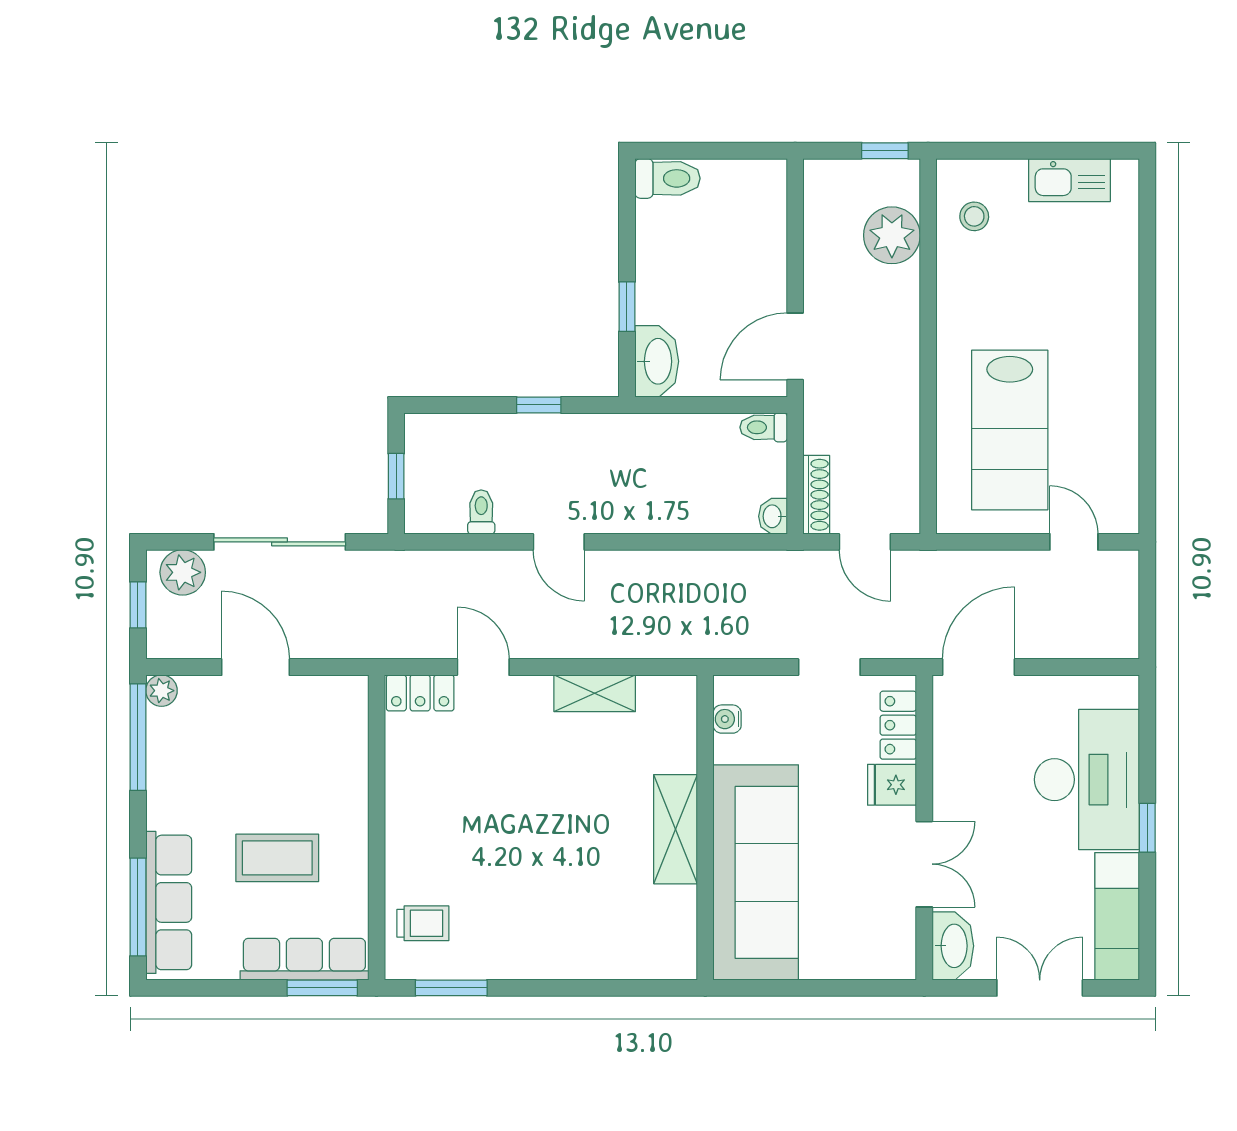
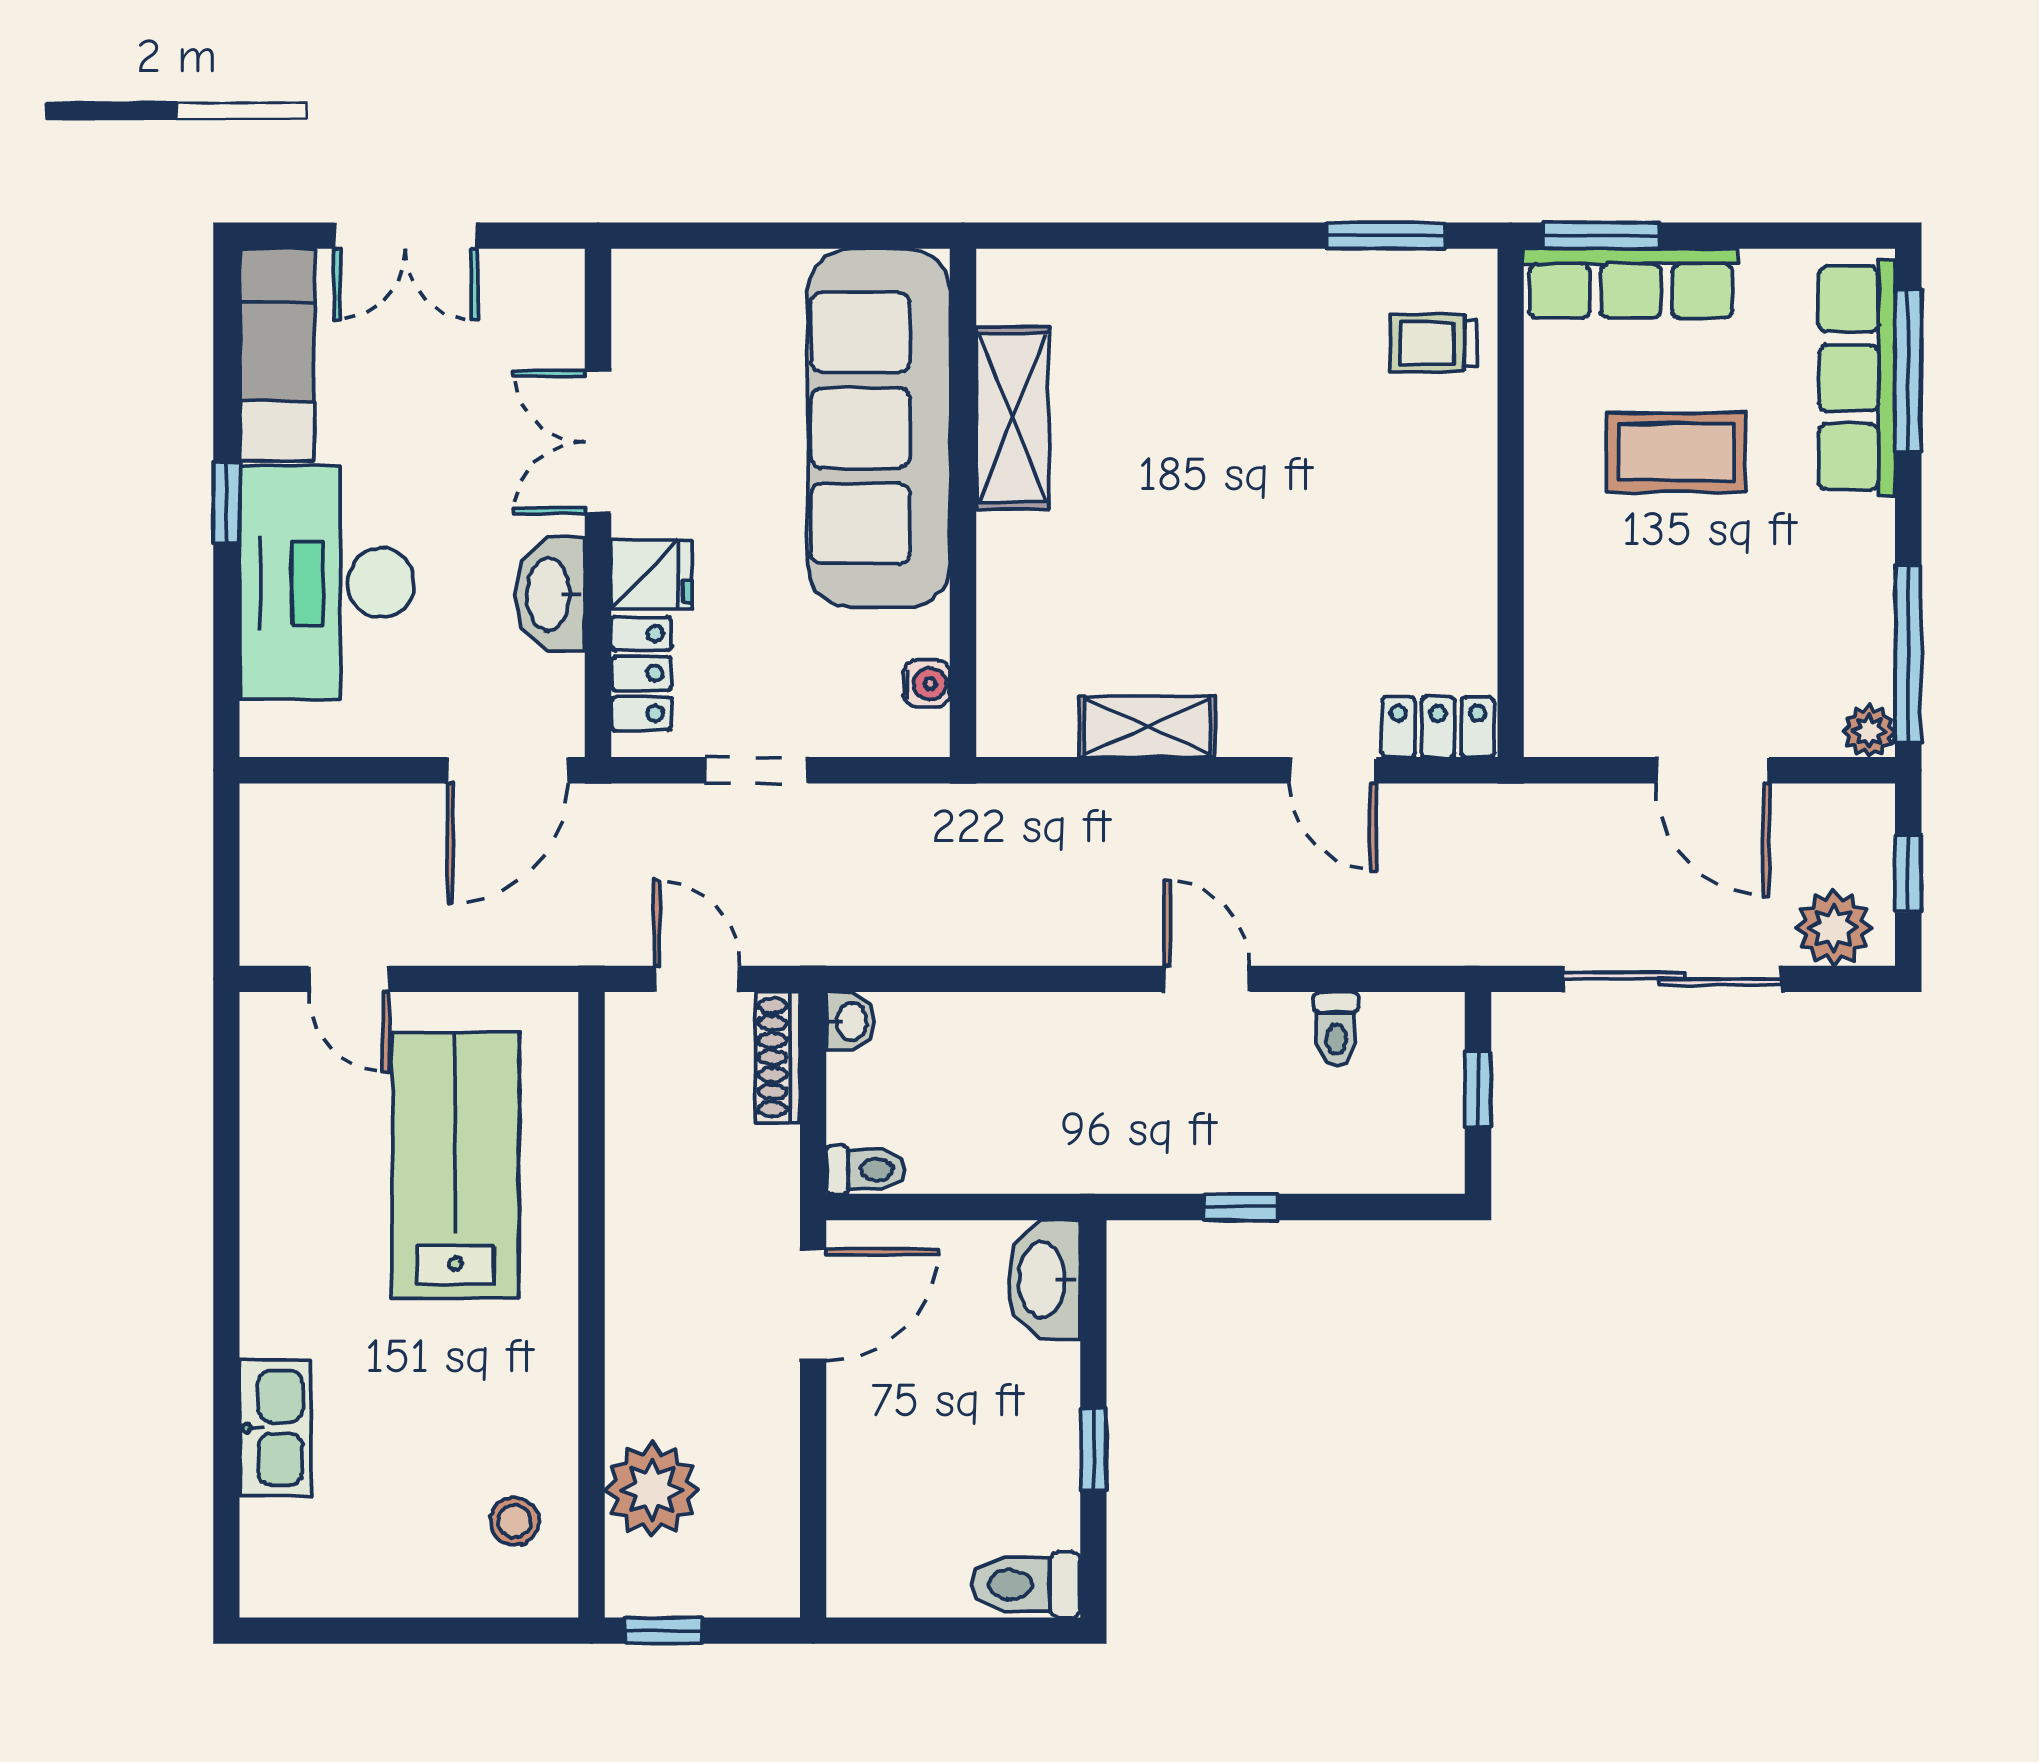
kitchen sink: (1070, 180) -> (275, 1428), moved, turned 90
window: (627, 307) -> (1093, 1449), moved
shelving: (676, 829) -> (1012, 418), moved
washbasin: (953, 946) -> (550, 594), moved

